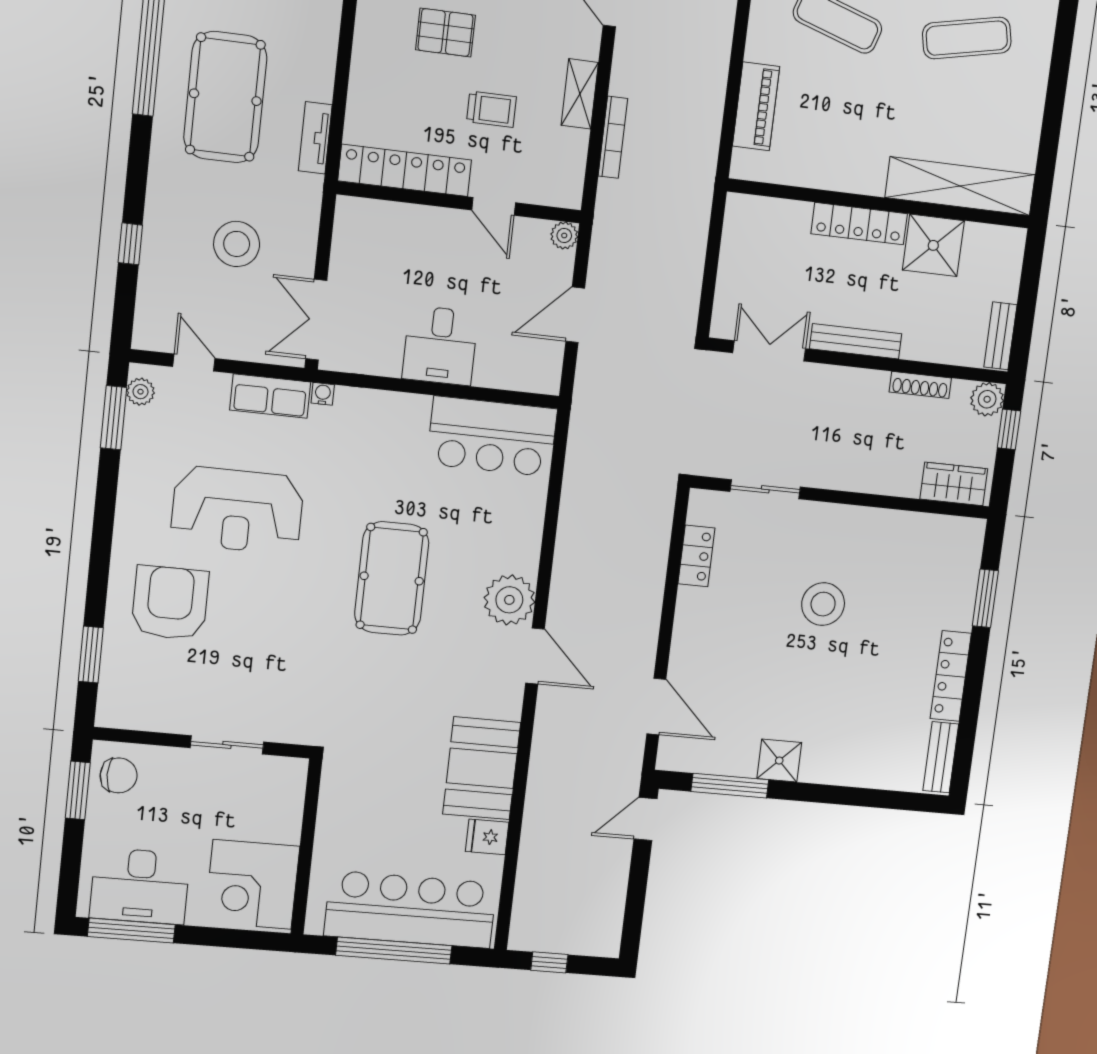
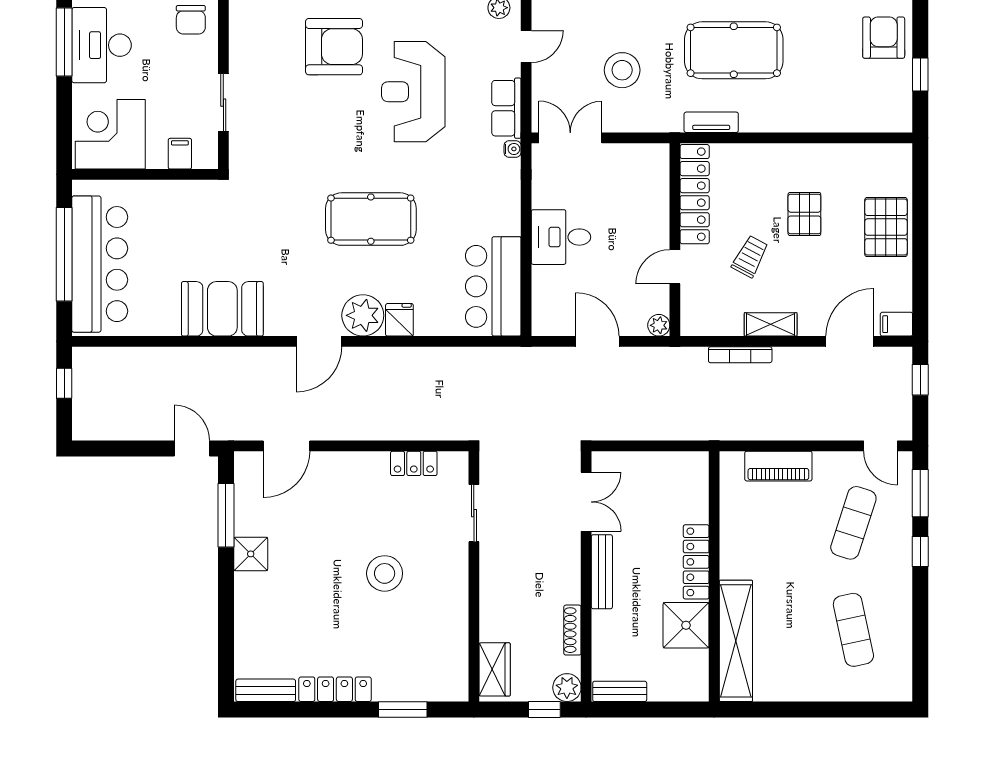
trolley: (491, 109) -> (750, 257), turned -152
filing cabinet: (285, 803) -> (180, 154), added
fridge: (487, 837) -> (399, 320), moved

